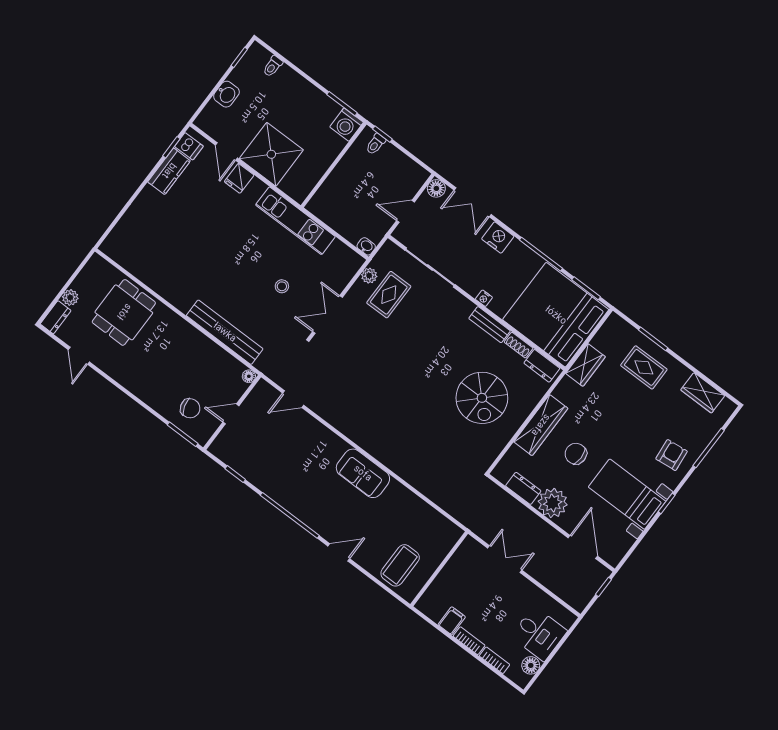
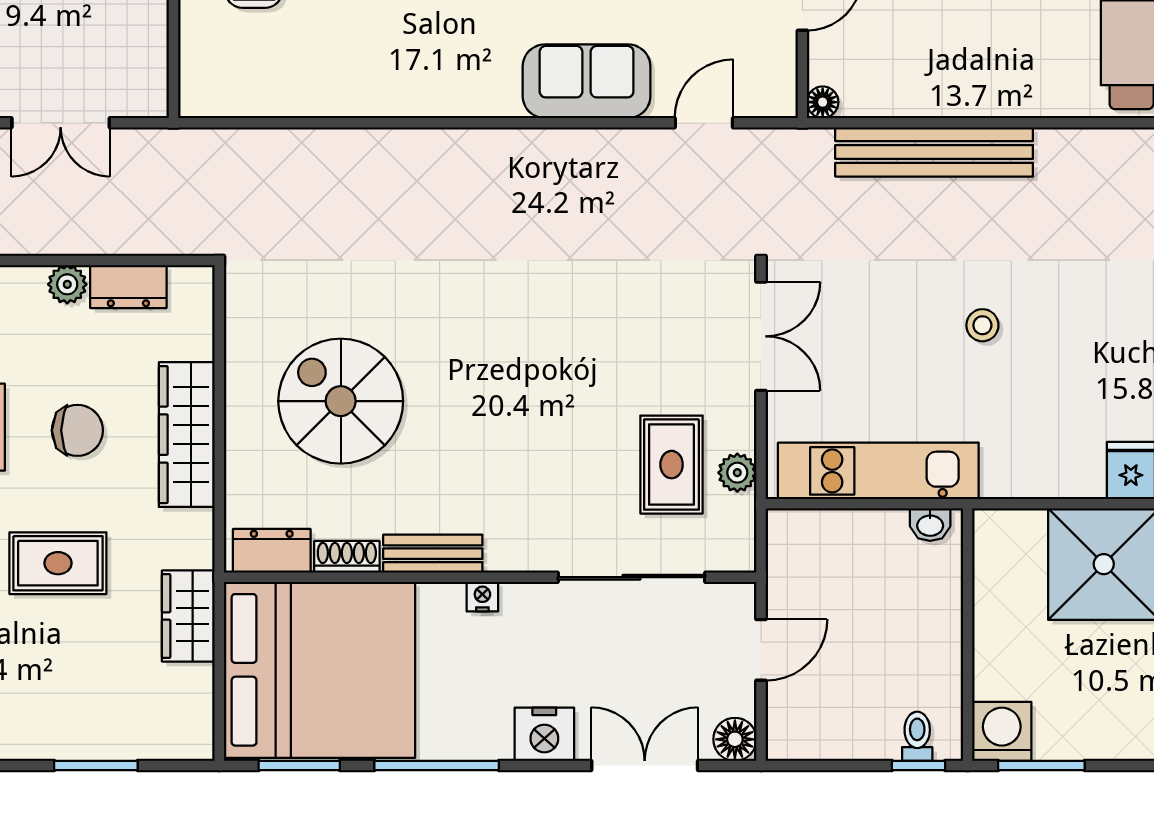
kitchen unit: (295, 221) -> (878, 471), moved
washbasin: (366, 246) -> (930, 525), moved
stool: (282, 286) -> (982, 325), moved
rug: (644, 367) -> (58, 563), moved
sofa: (363, 473) -> (587, 81), moved
plant: (553, 503) -> (67, 284), width x0.53, depth x0.53

